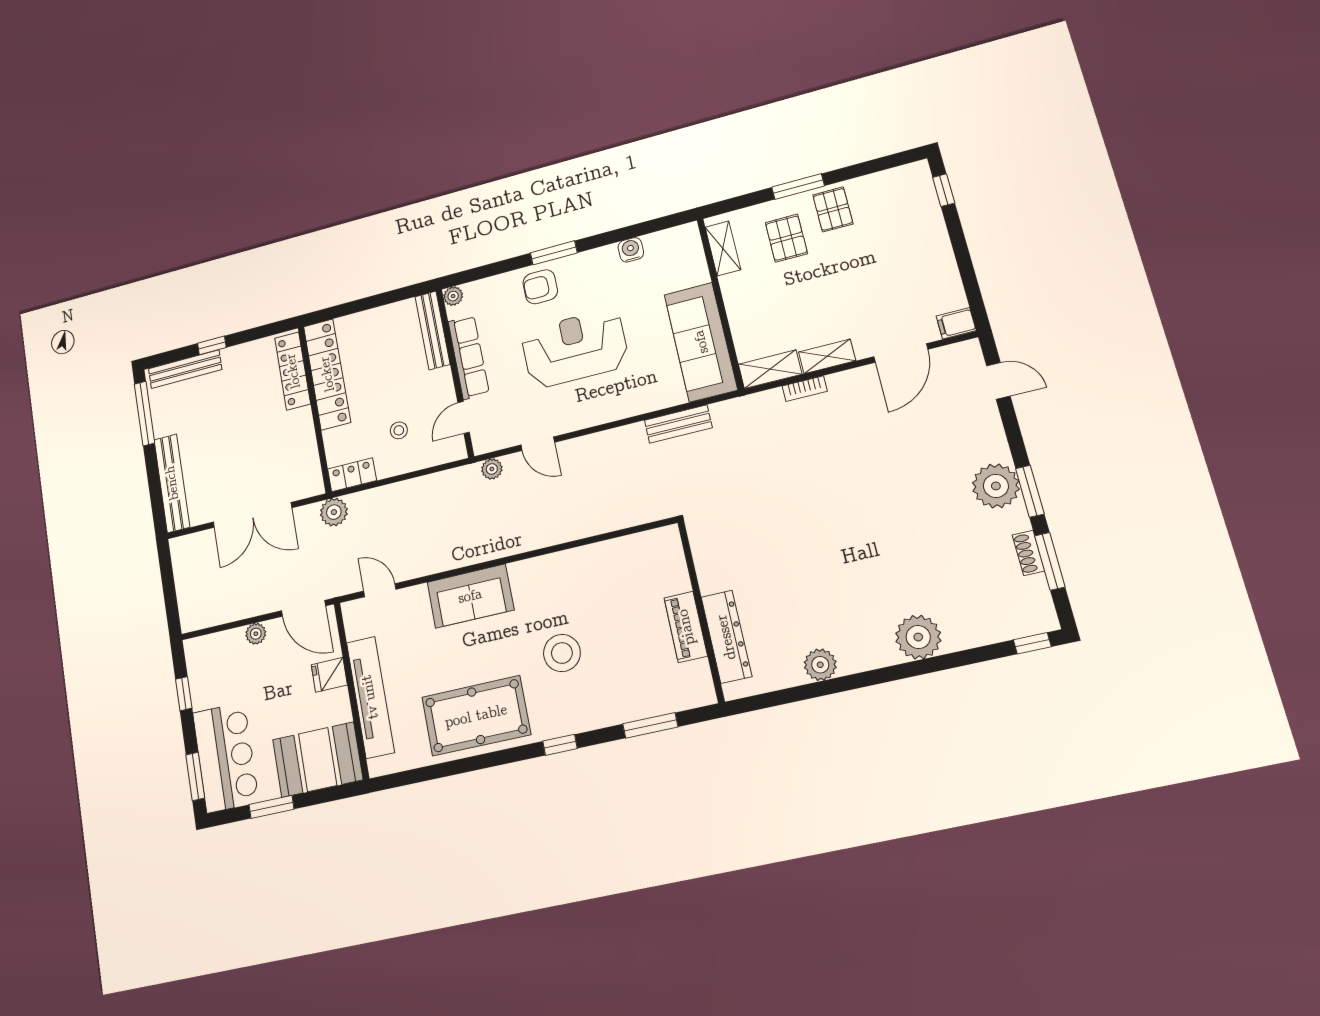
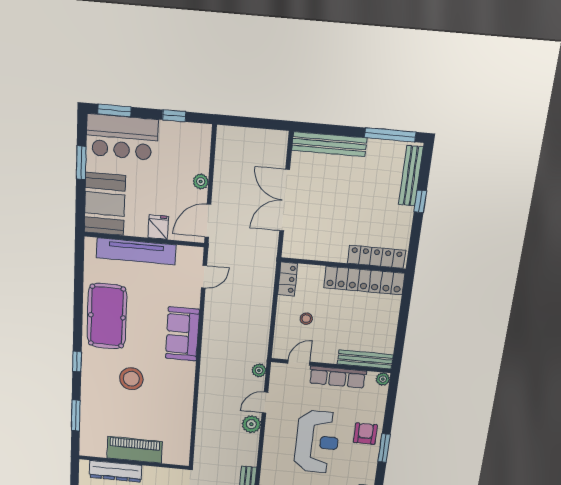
door: (464, 417) -> (299, 363), hinge flipped
plant: (334, 512) -> (251, 424), moved
piano: (686, 627) -> (135, 450), width x1.37, depth x1.33

